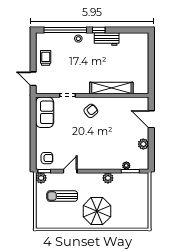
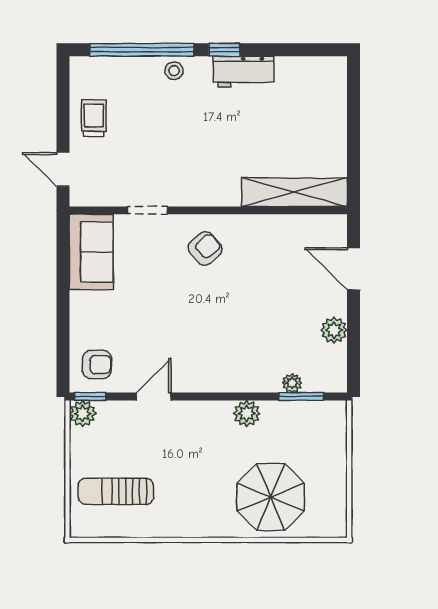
shelving: (111, 88) -> (294, 192), moved
sun lounger: (62, 196) -> (116, 491), moved
parasol: (97, 211) -> (271, 497), moved

